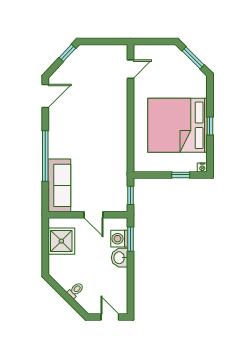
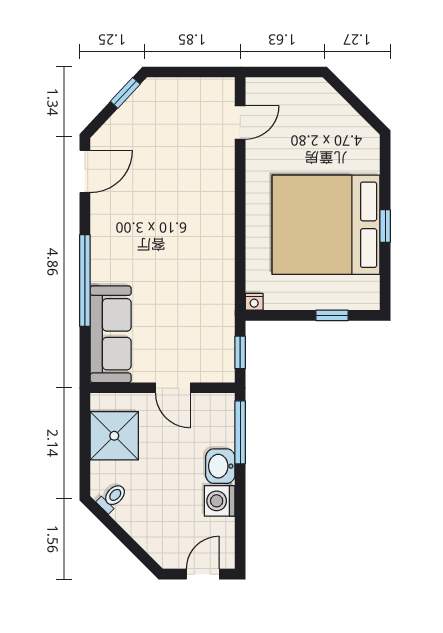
window: (193, 58) -> (355, 102), removed
nightstand: (202, 168) -> (254, 302), moved
washing machine: (119, 239) -> (220, 501), moved
window: (130, 239) -> (240, 432), width x1.44
toilet: (76, 290) -> (112, 498), moved
door: (110, 317) -> (203, 574), hinge flipped

